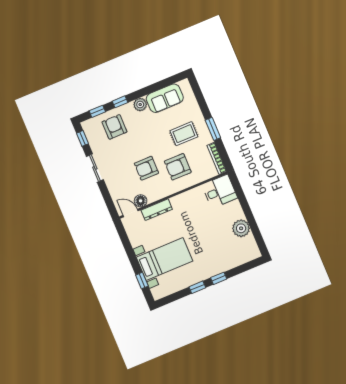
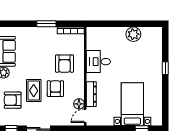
rug: (184, 134) -> (34, 91), moved
armchair: (146, 168) -> (55, 89), turned 180
desk: (220, 191) -> (98, 62), moved, turned -90
window: (197, 287) -> (165, 88), removed

